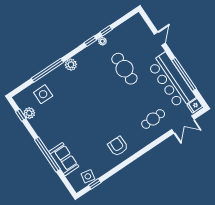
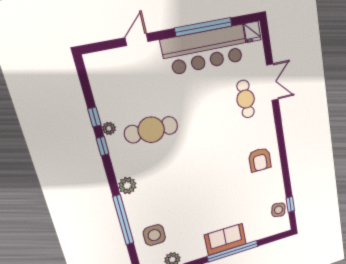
door: (160, 39) -> (137, 40), hinge flipped
cafe table: (124, 69) -> (151, 130), moved
double door: (183, 124) -> (272, 82), moved
armchair: (118, 146) -> (260, 160), turned -90
sofa: (64, 159) -> (225, 239), moved

